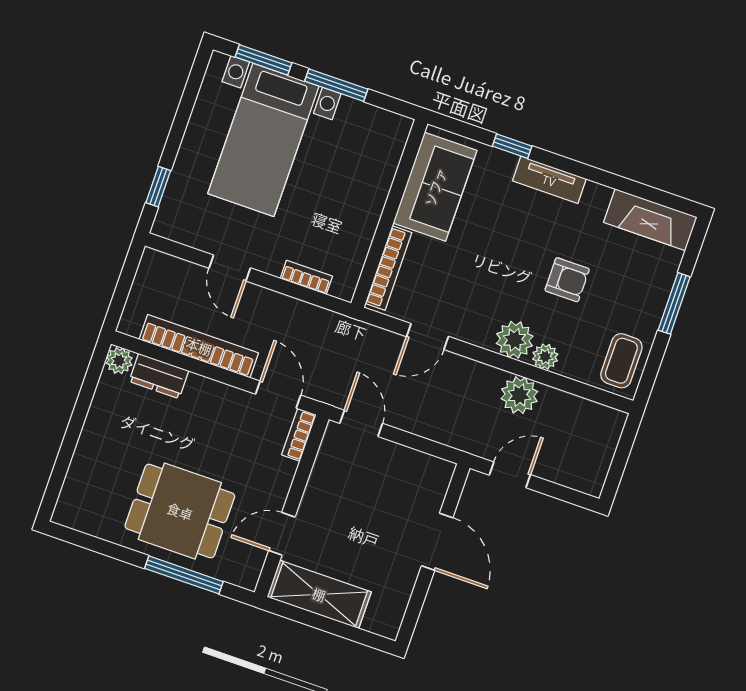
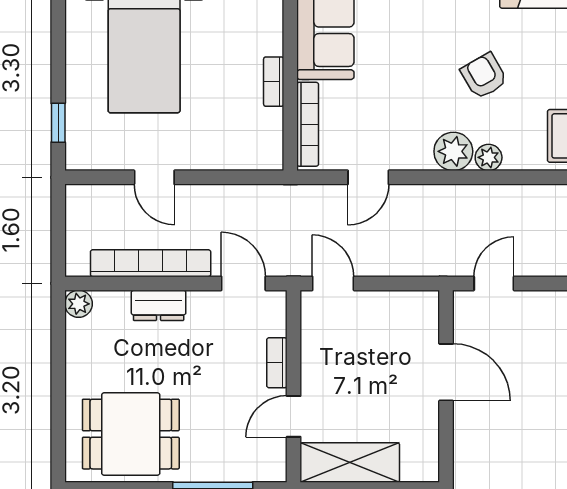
bookcase: (306, 277) -> (274, 82), moved, turned -90
armchair: (567, 280) -> (484, 76), turned -120
dresser: (159, 376) -> (159, 305), moved
plant: (519, 395) -> (476, 203), removed
bookcase: (299, 435) -> (277, 363), moved
dining table: (180, 511) -> (131, 434), moved

